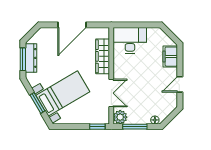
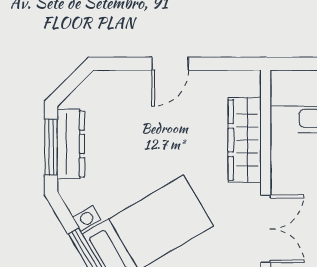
door: (72, 25) -> (170, 64), width x0.53

